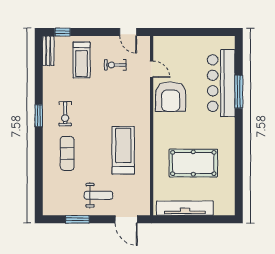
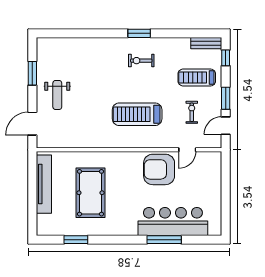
window: (102, 32) -> (226, 98), added
treadmill: (123, 150) -> (137, 114), moved, turned 180
exercise mat: (67, 153) -> (100, 63), removed
window: (239, 177) -> (76, 240), added

